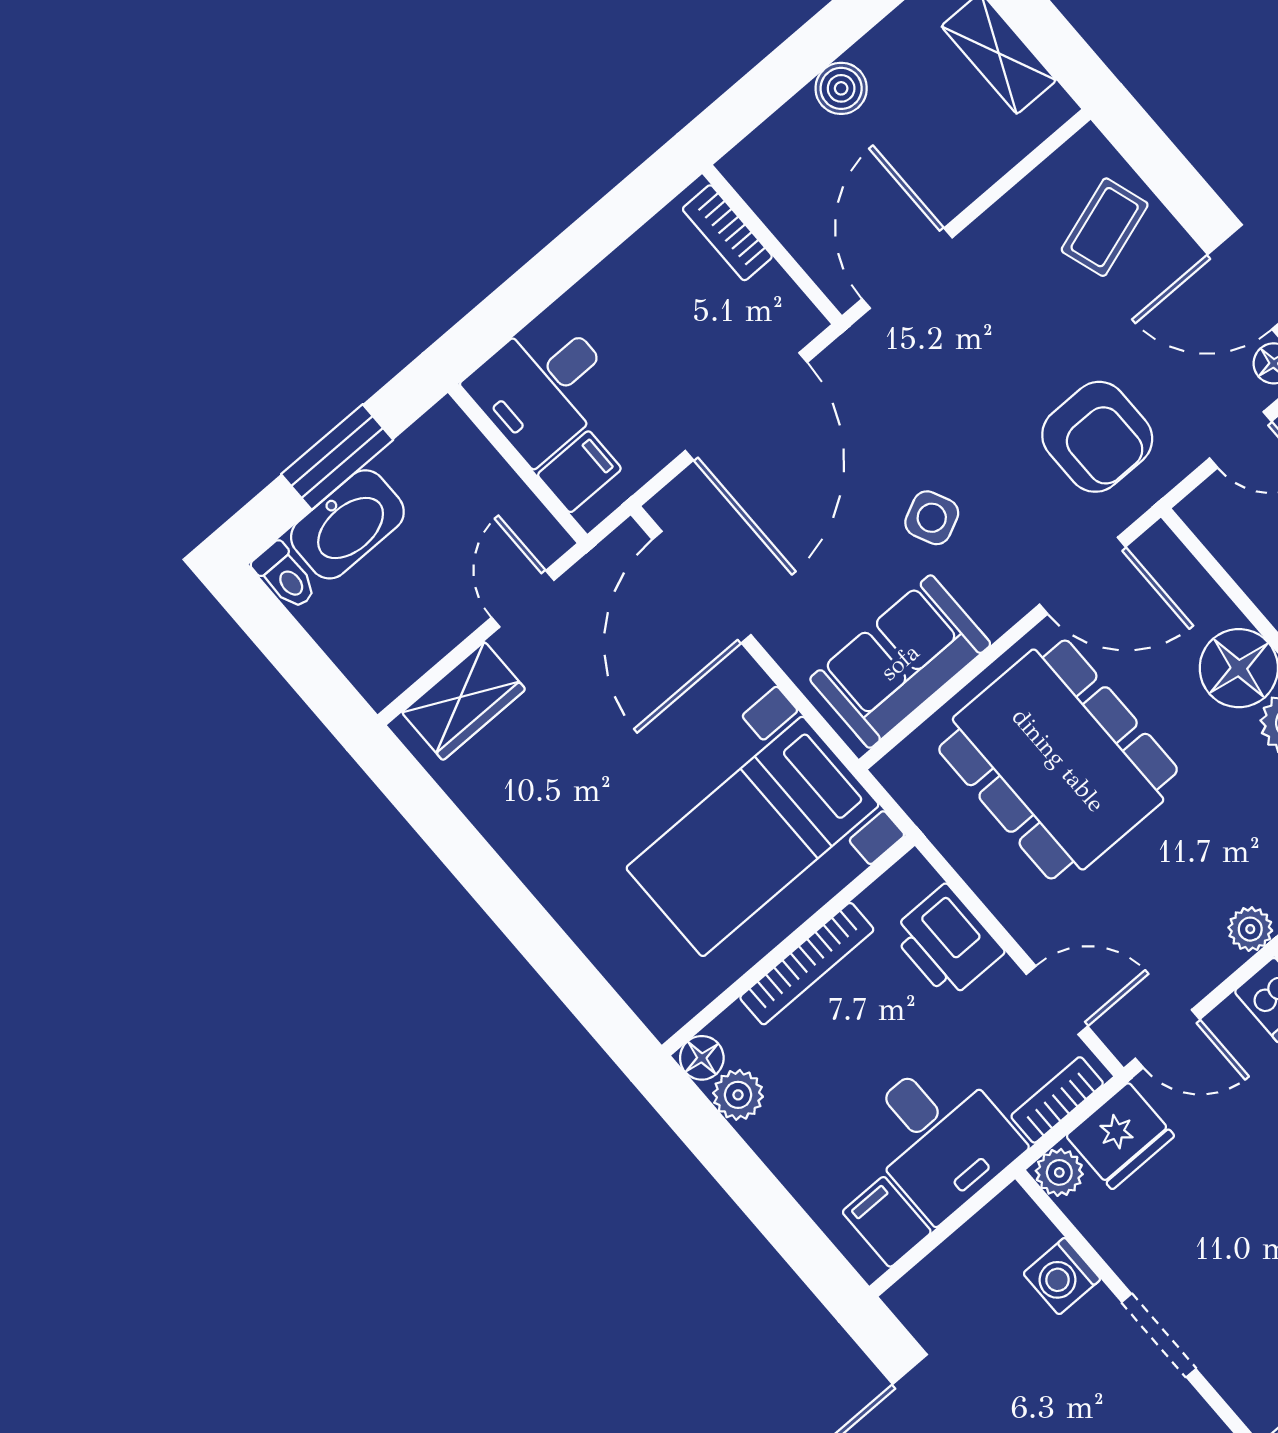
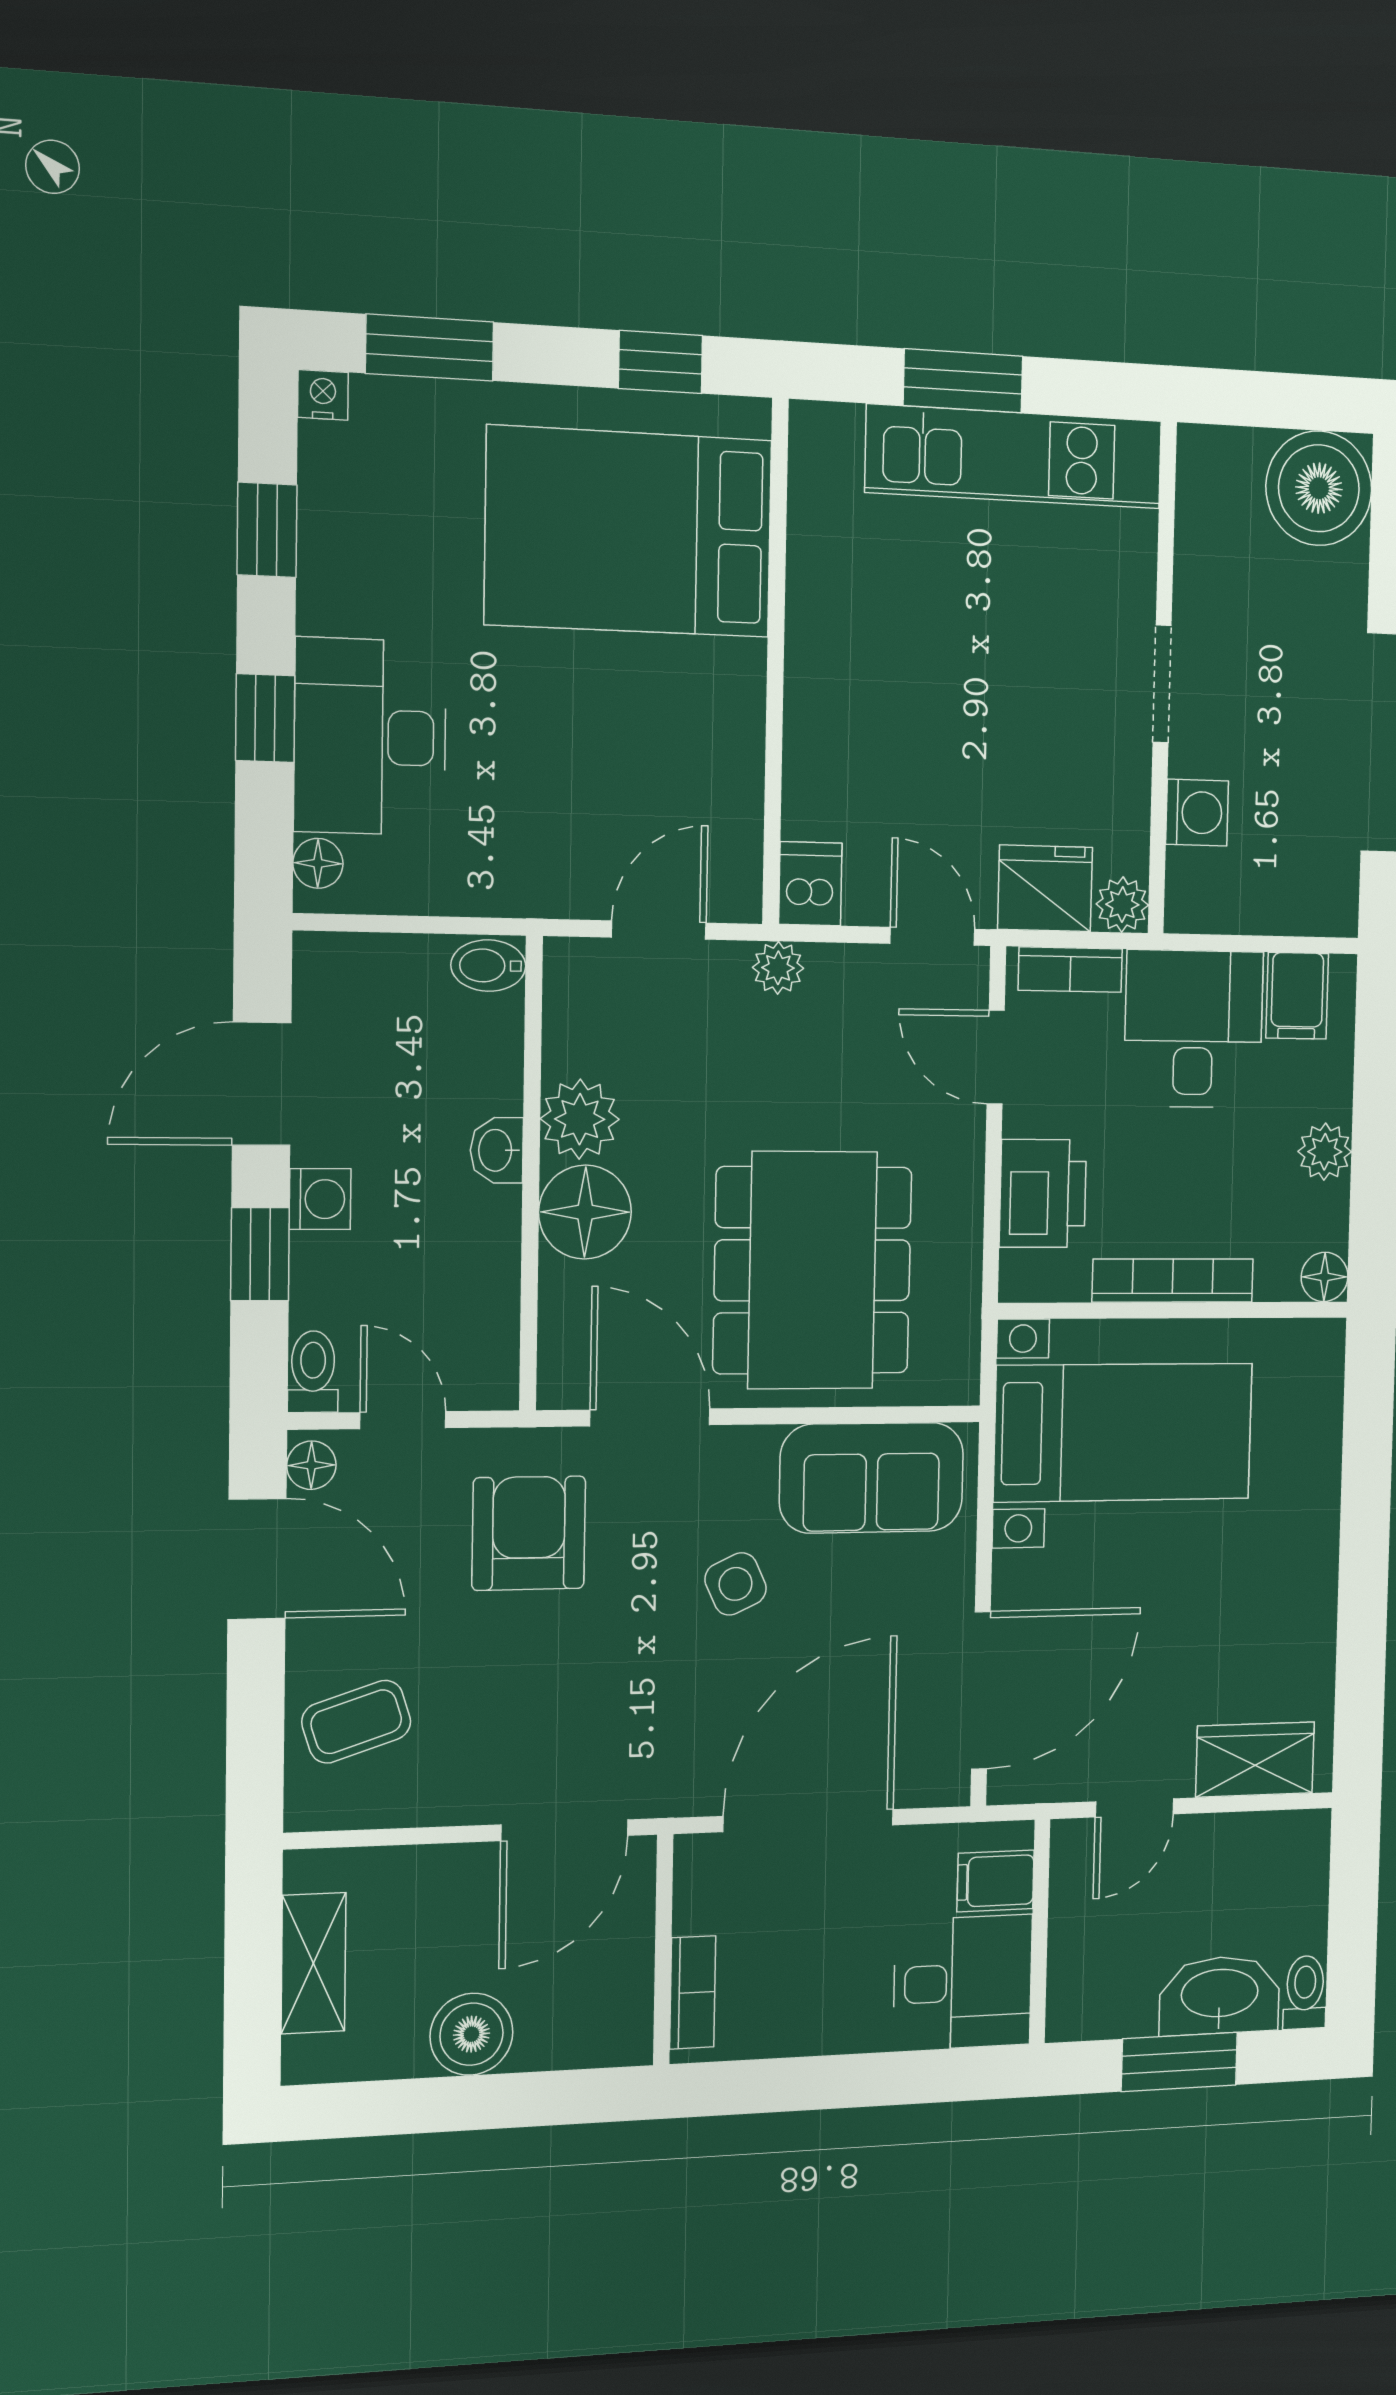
boiler: (841, 88) -> (471, 2034), width x1.36, depth x1.36
plant: (738, 1095) -> (1325, 1152), moved

